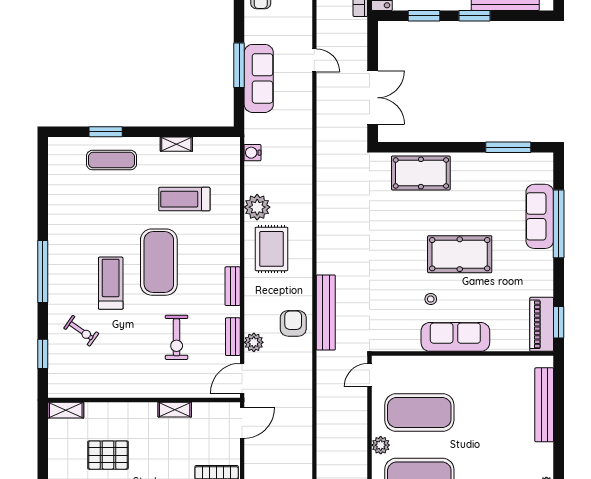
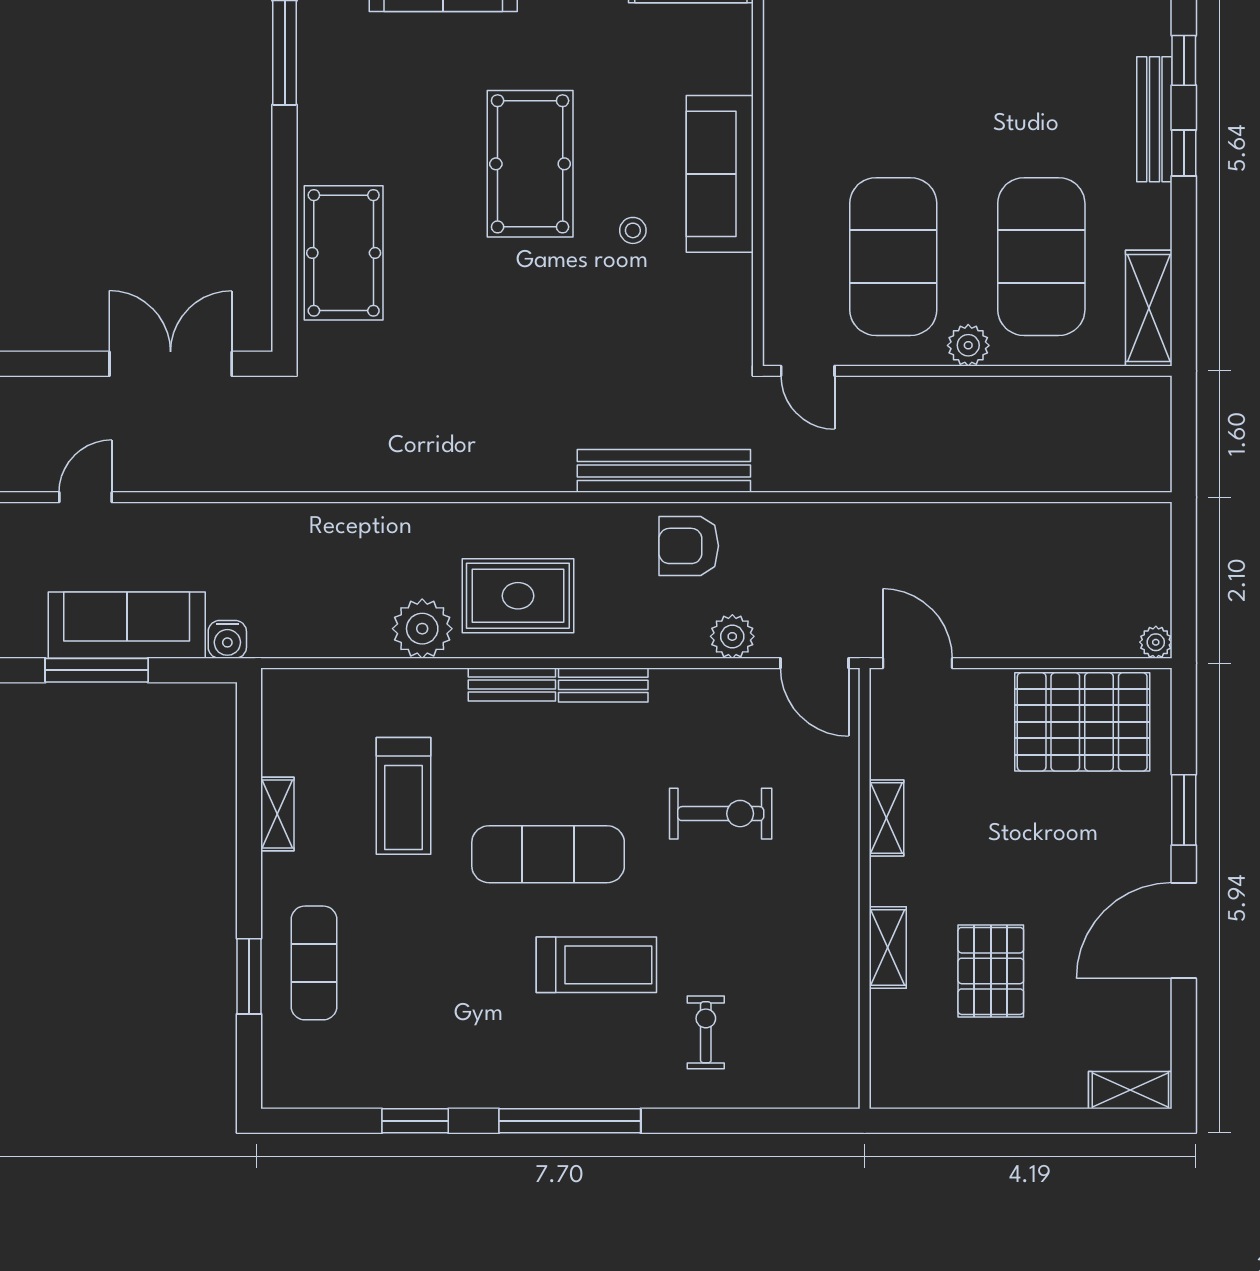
water cooler: (252, 153) -> (227, 639), moved
exercise mat: (159, 262) -> (548, 854), width x0.68
treadmill: (111, 283) -> (596, 965), turned 180
exercise bike: (81, 331) -> (706, 1032), turned -35
bench: (233, 337) -> (512, 685), moved
window: (43, 354) -> (415, 1121), moved
shelving: (66, 410) -> (888, 948), moved

